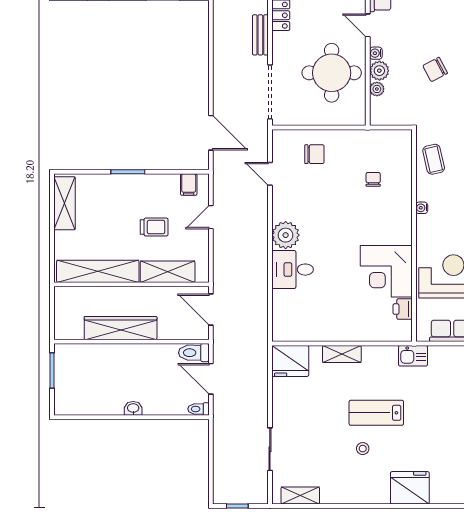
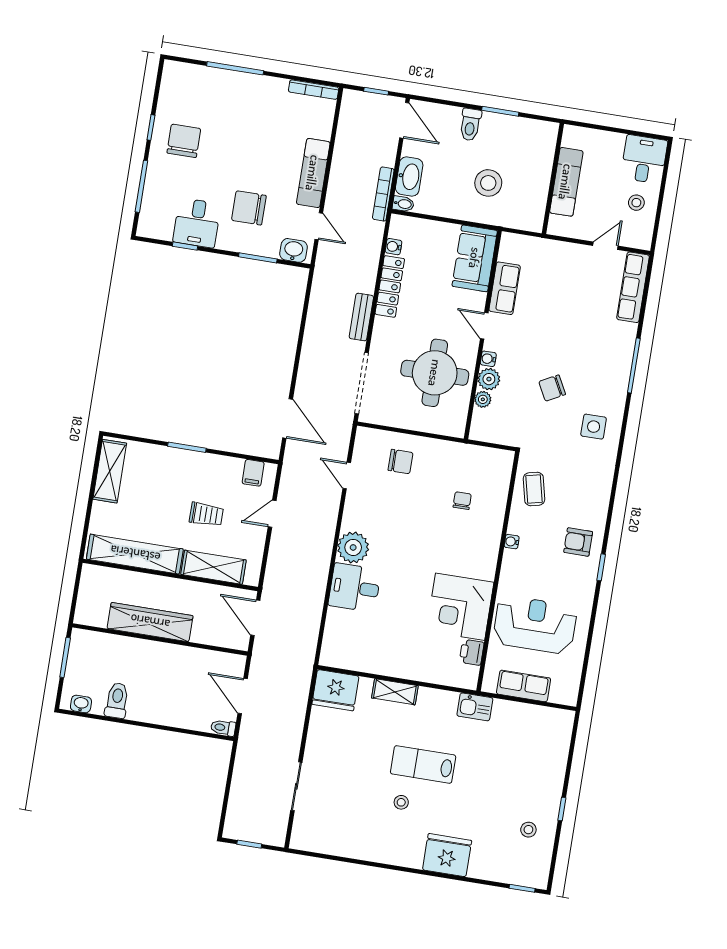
toilet: (194, 353) -> (117, 700), moved, turned 90
washbasin: (133, 408) -> (81, 704), moved
shelving: (300, 495) -> (322, 844), removed

